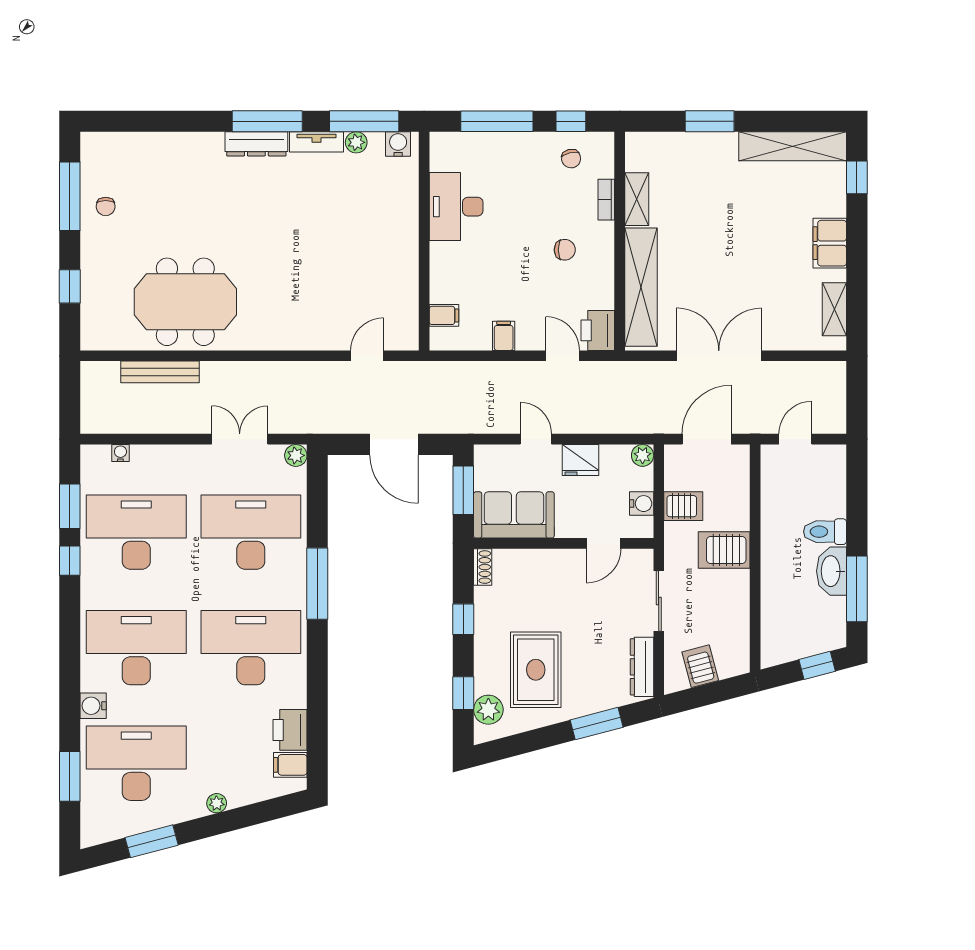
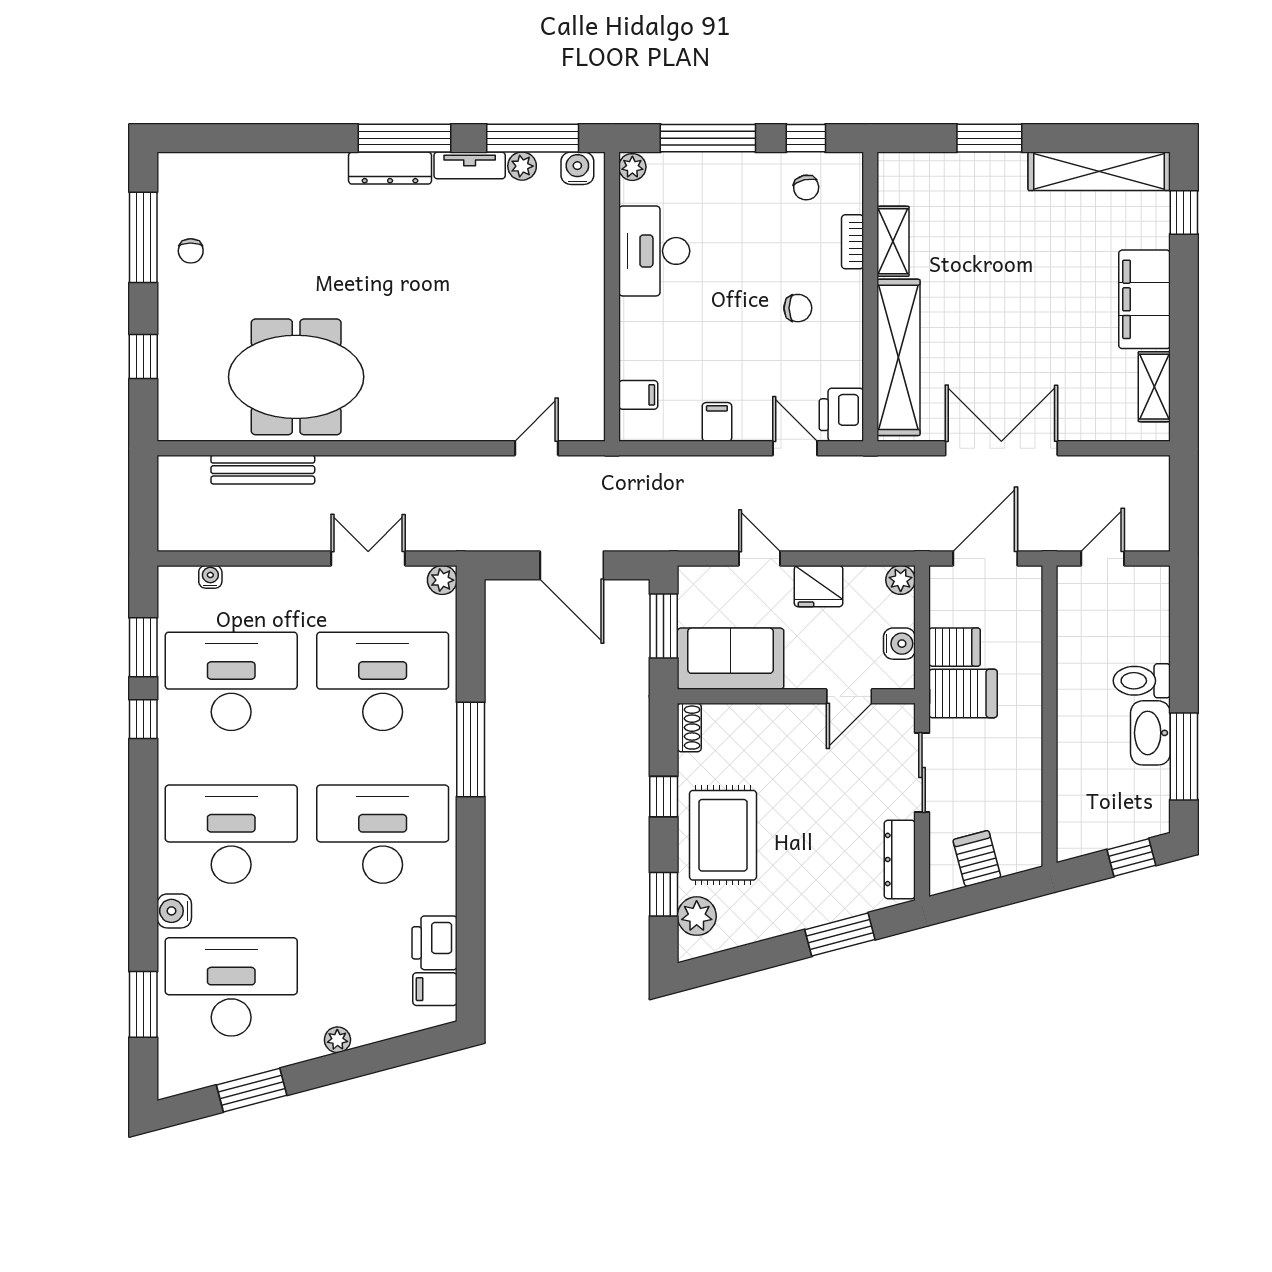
plant: (440, 143) -> (632, 167), added
filing cabinet: (830, 243) -> (1144, 299), width x1.50, depth x1.17
server rack: (724, 550) -> (963, 693), moved, turned 180
rug: (536, 670) -> (723, 835), moved

